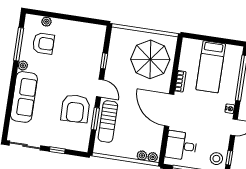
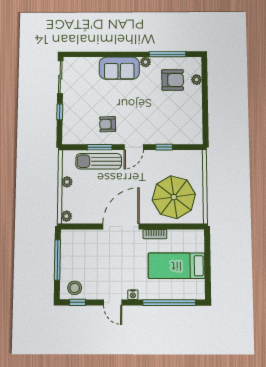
armchair: (43, 43) -> (173, 80), turned -90
sofa: (24, 97) -> (119, 68), width x0.73
armchair: (75, 109) -> (108, 124), width x0.53, depth x0.53
desk: (181, 146) -> (84, 246), removed
plant: (142, 156) -> (67, 182), moved

